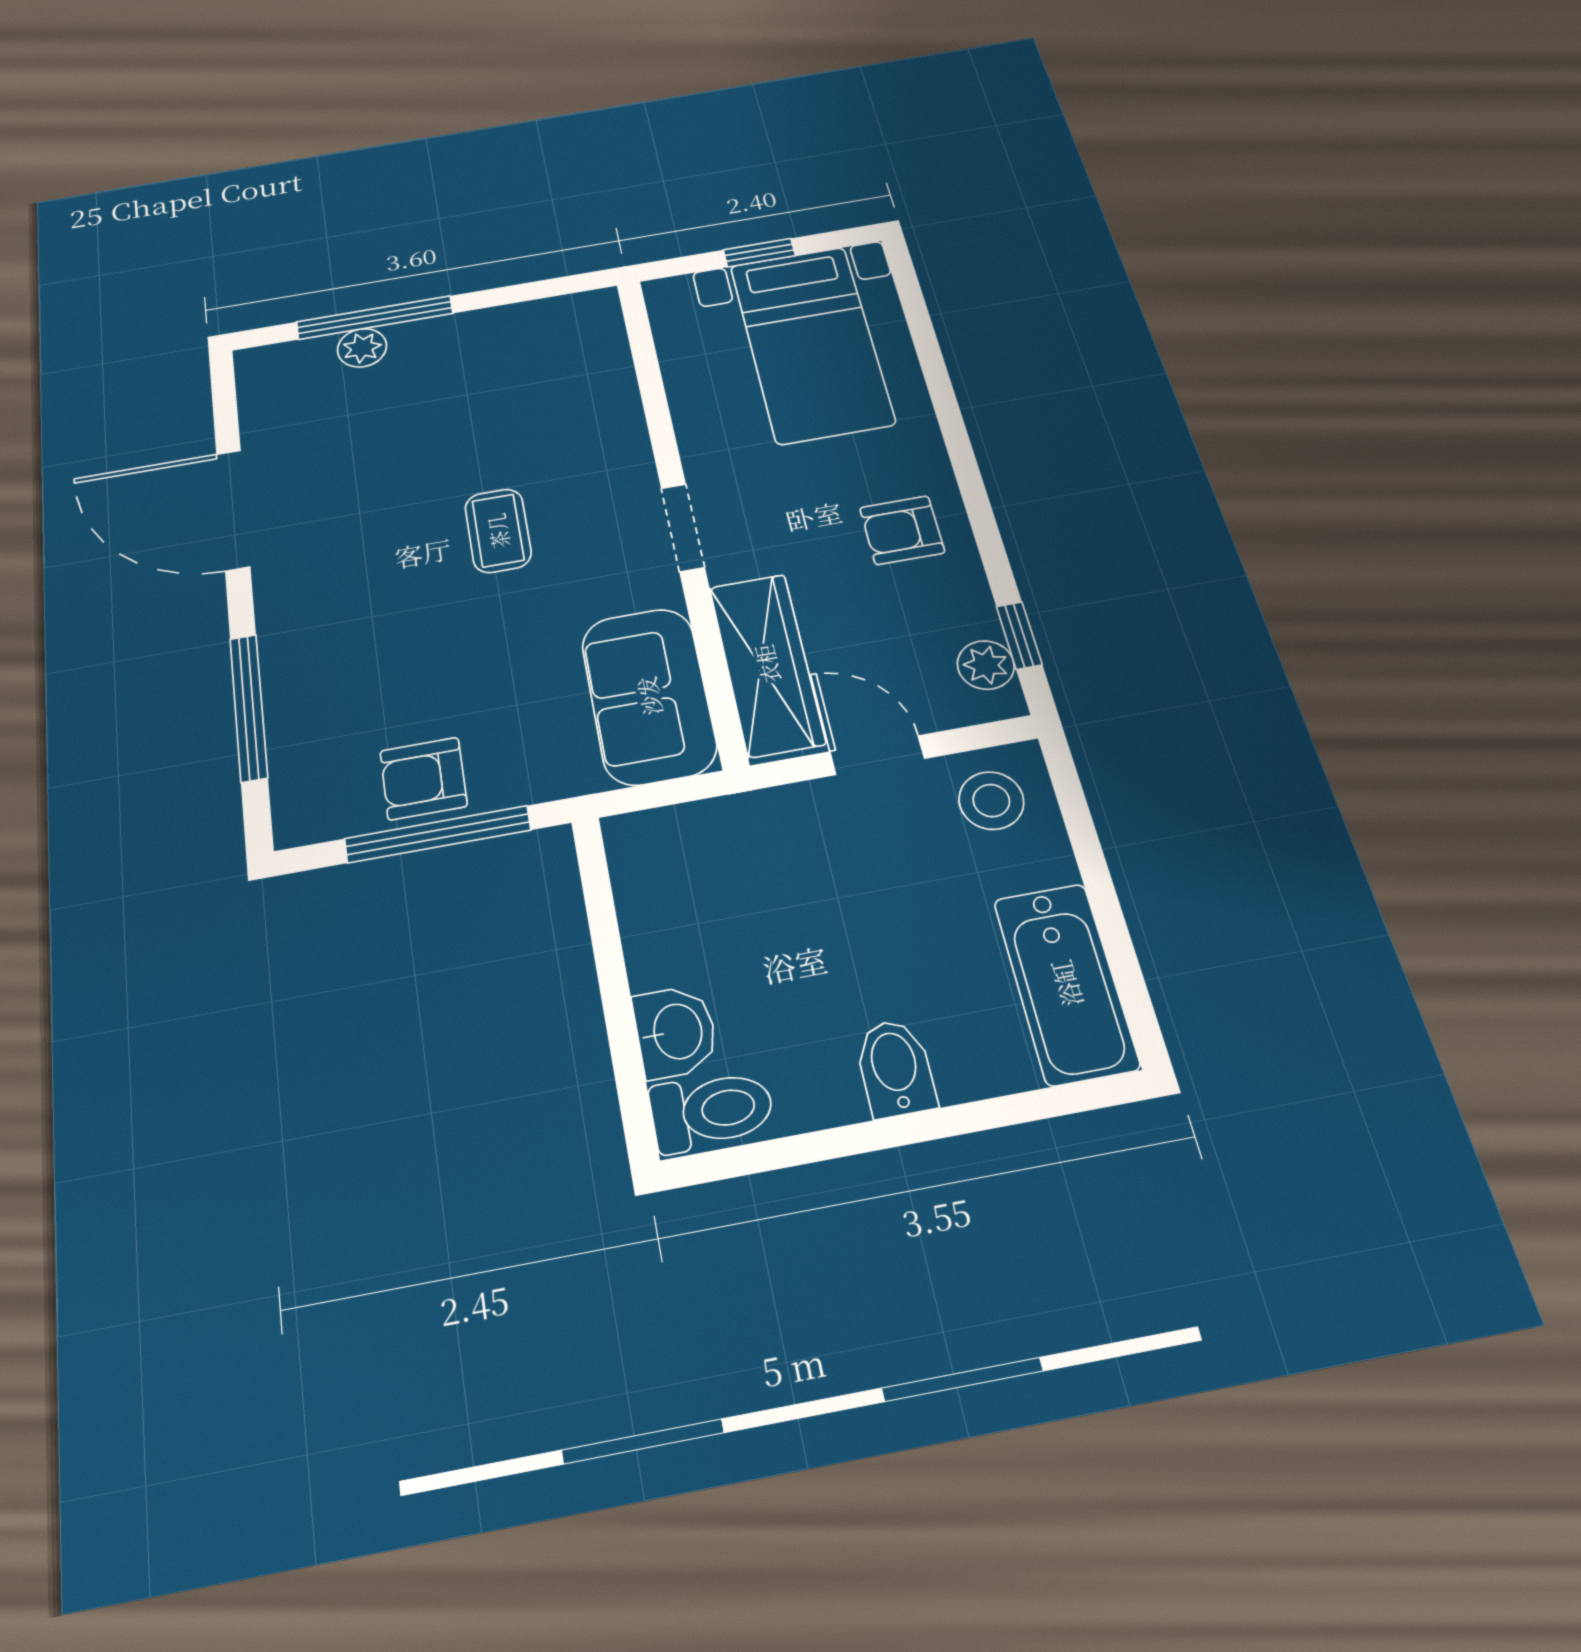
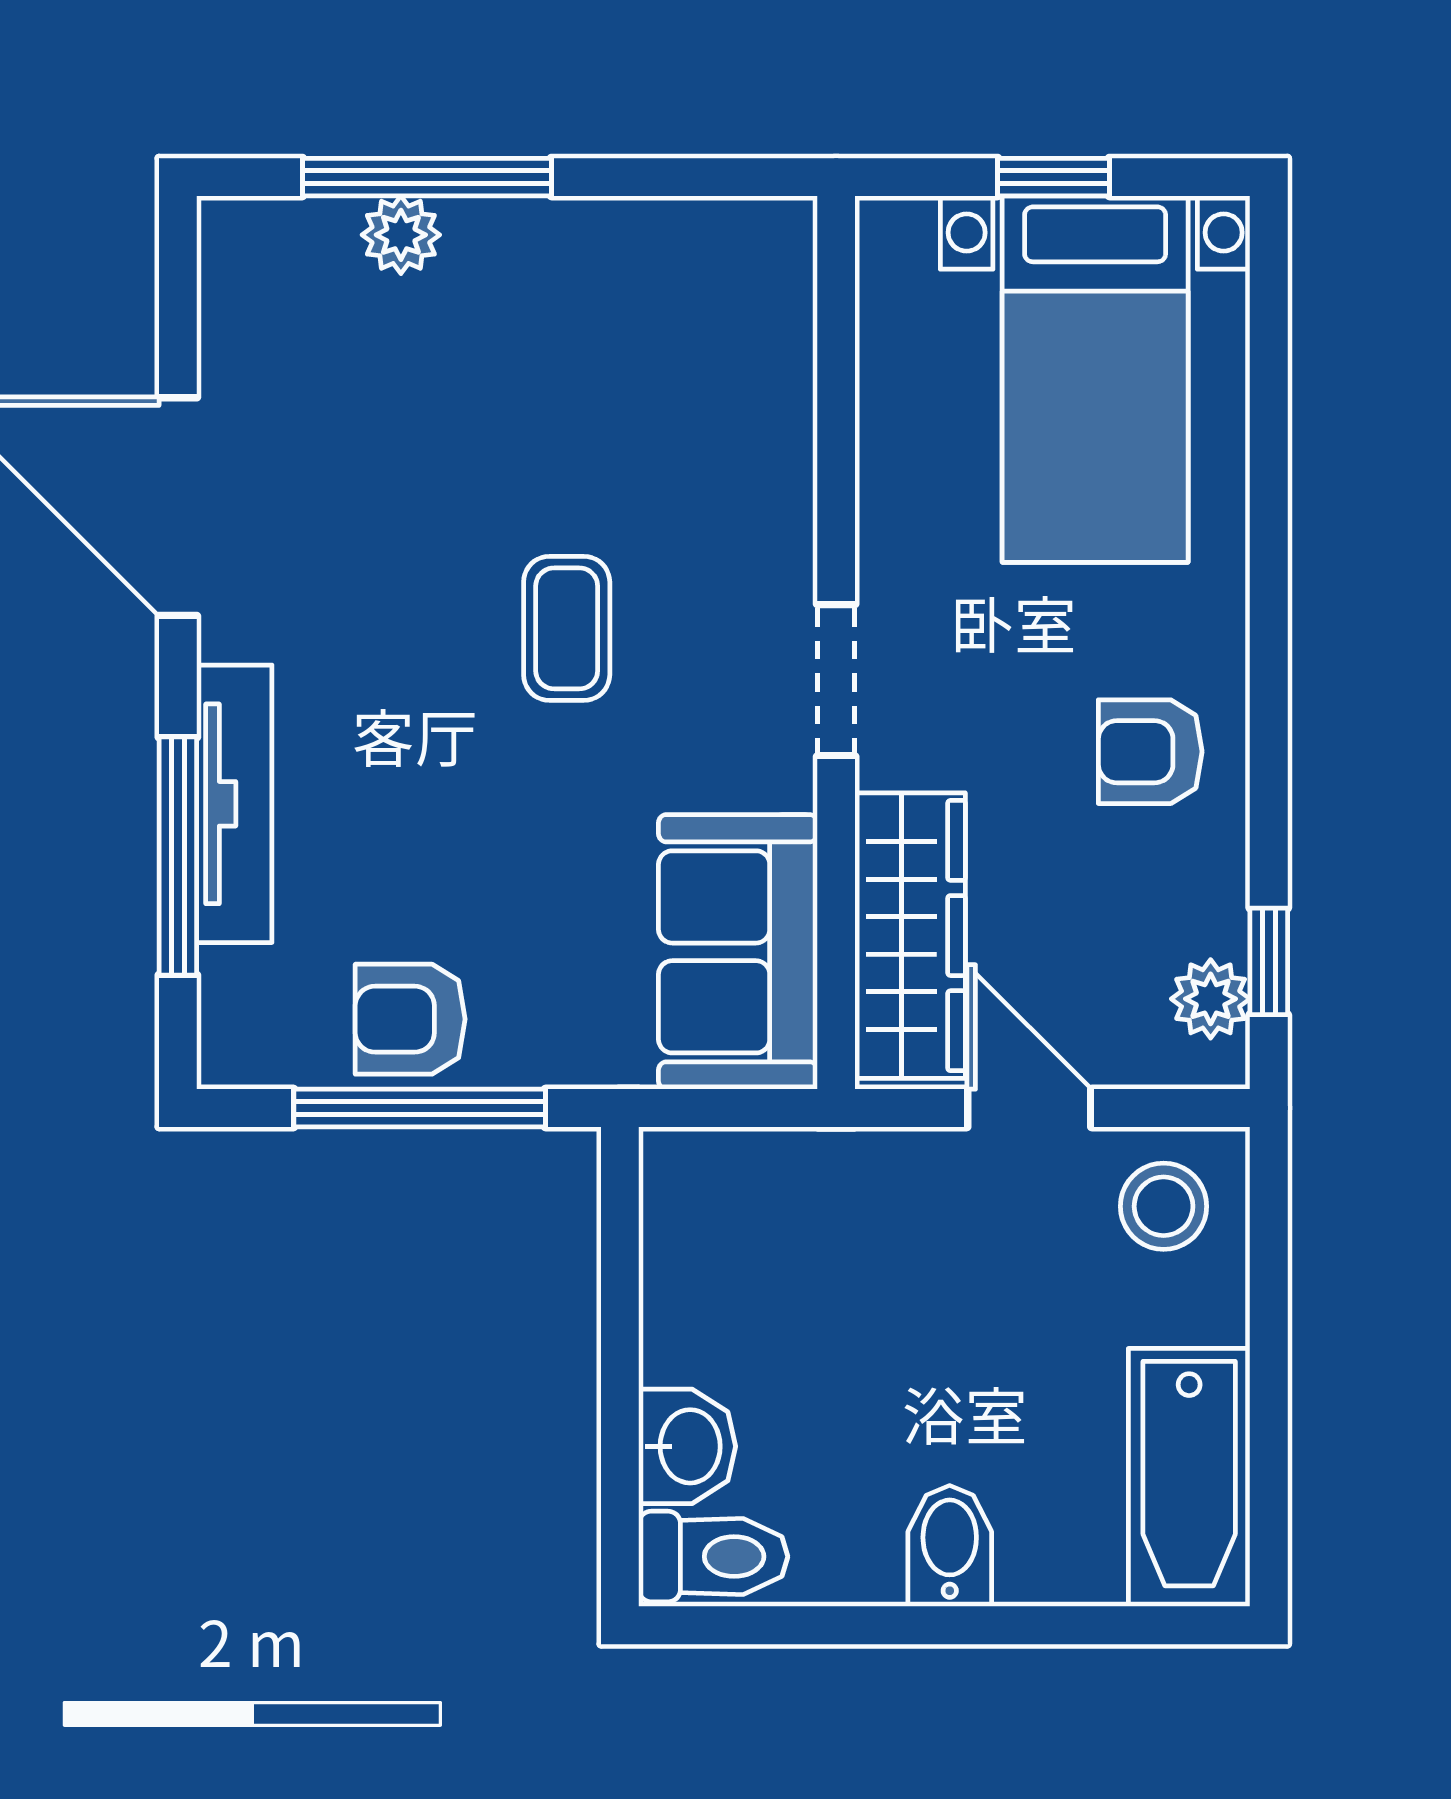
tv unit: (285, 669) -> (234, 804), added

